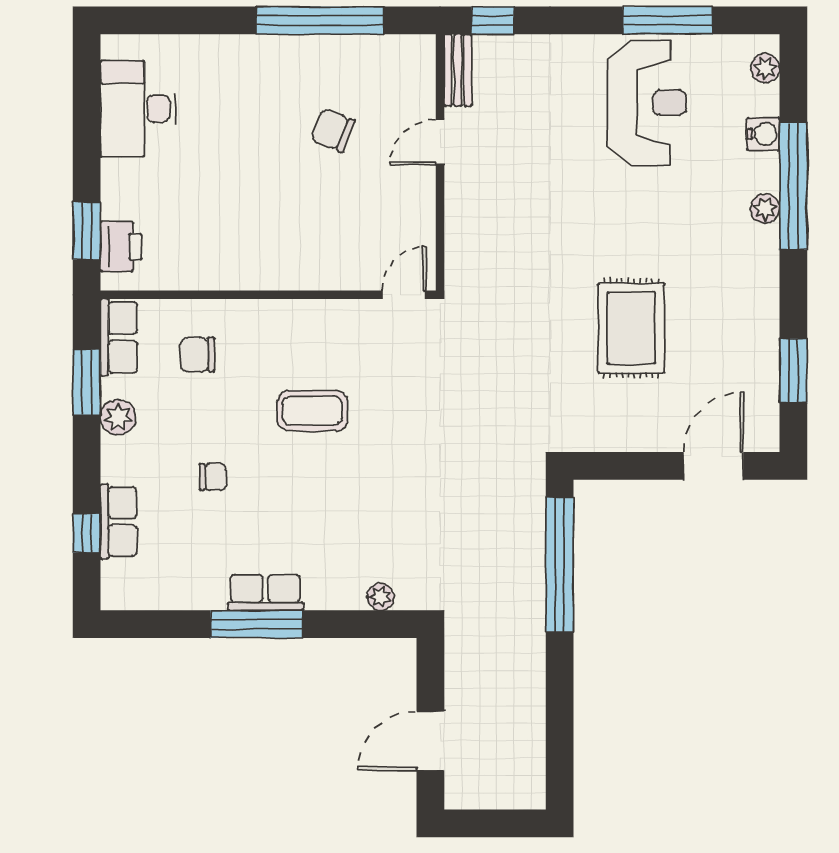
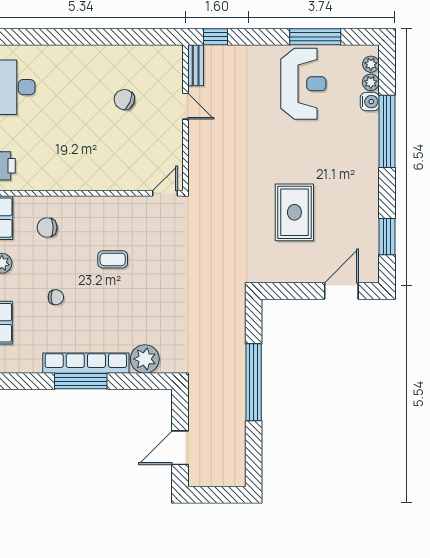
window: (320, 20) -> (117, 37), removed
door: (440, 142) -> (185, 106), swing flipped
plant: (765, 209) -> (371, 82), moved
coffee table: (312, 411) -> (113, 259), width x0.73, depth x0.77
window: (560, 565) -> (254, 382), moved
row of seats: (265, 592) -> (86, 363), width x2.02
plant: (381, 597) -> (145, 359), width x1.87, depth x1.87

